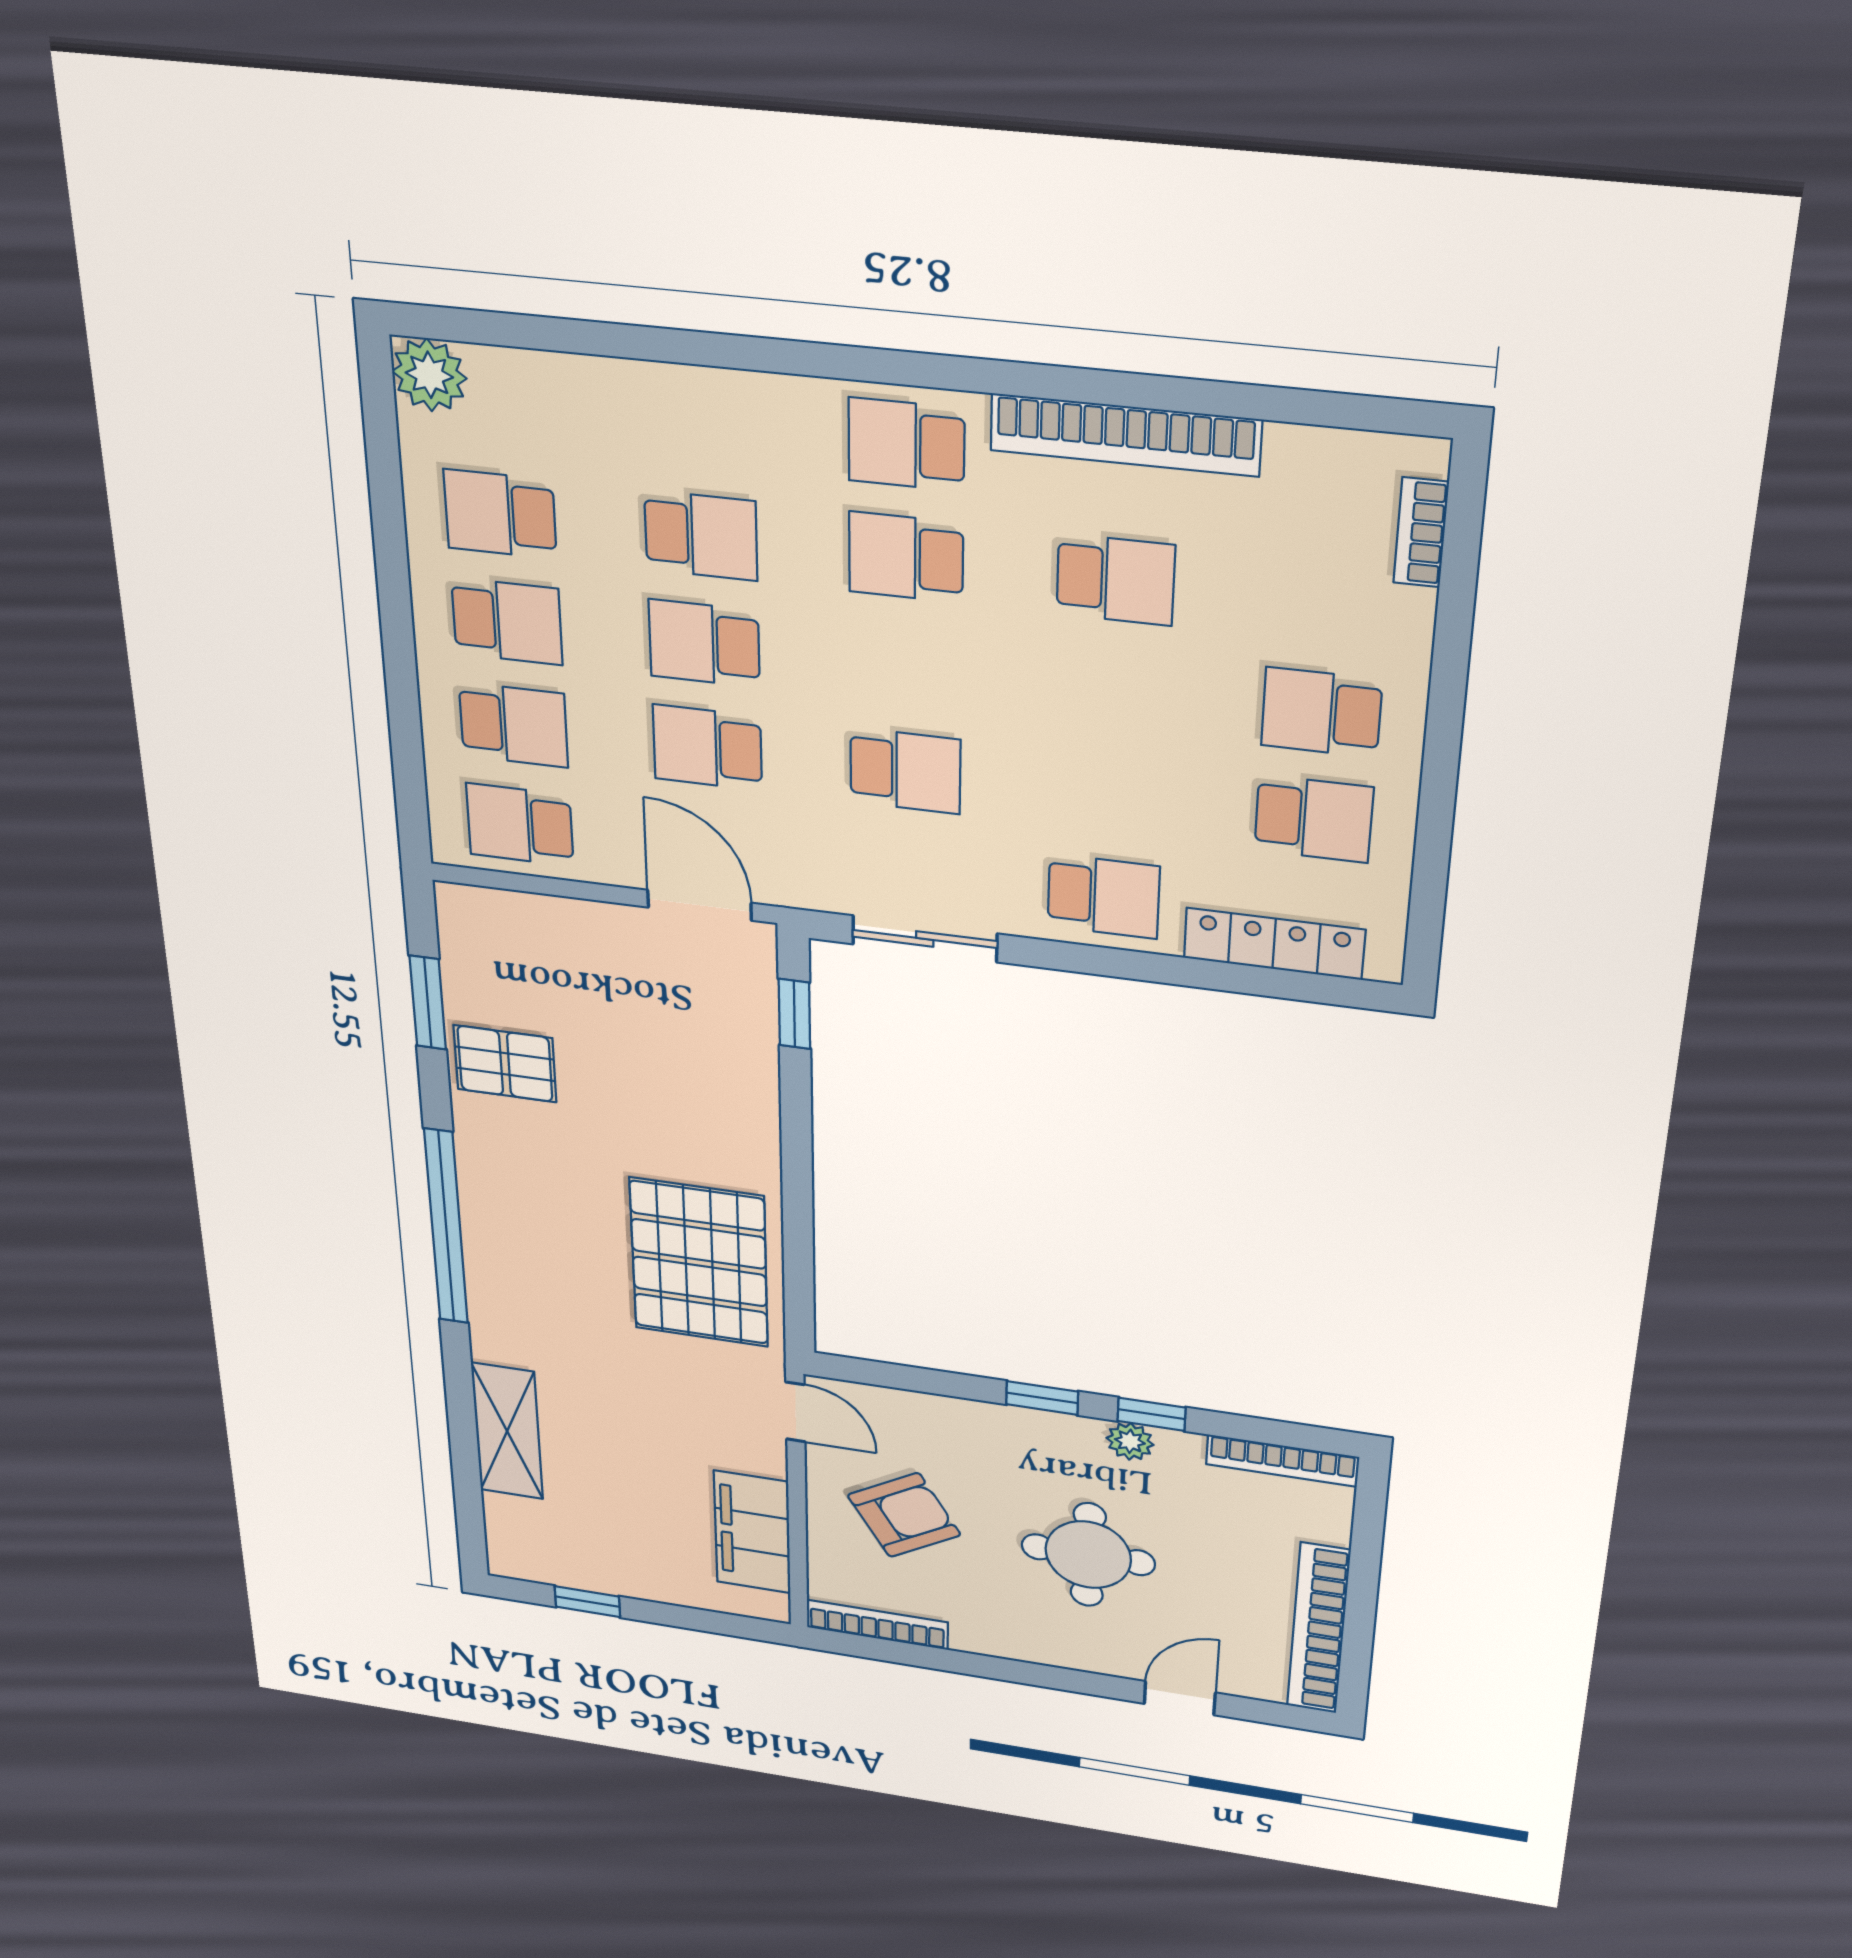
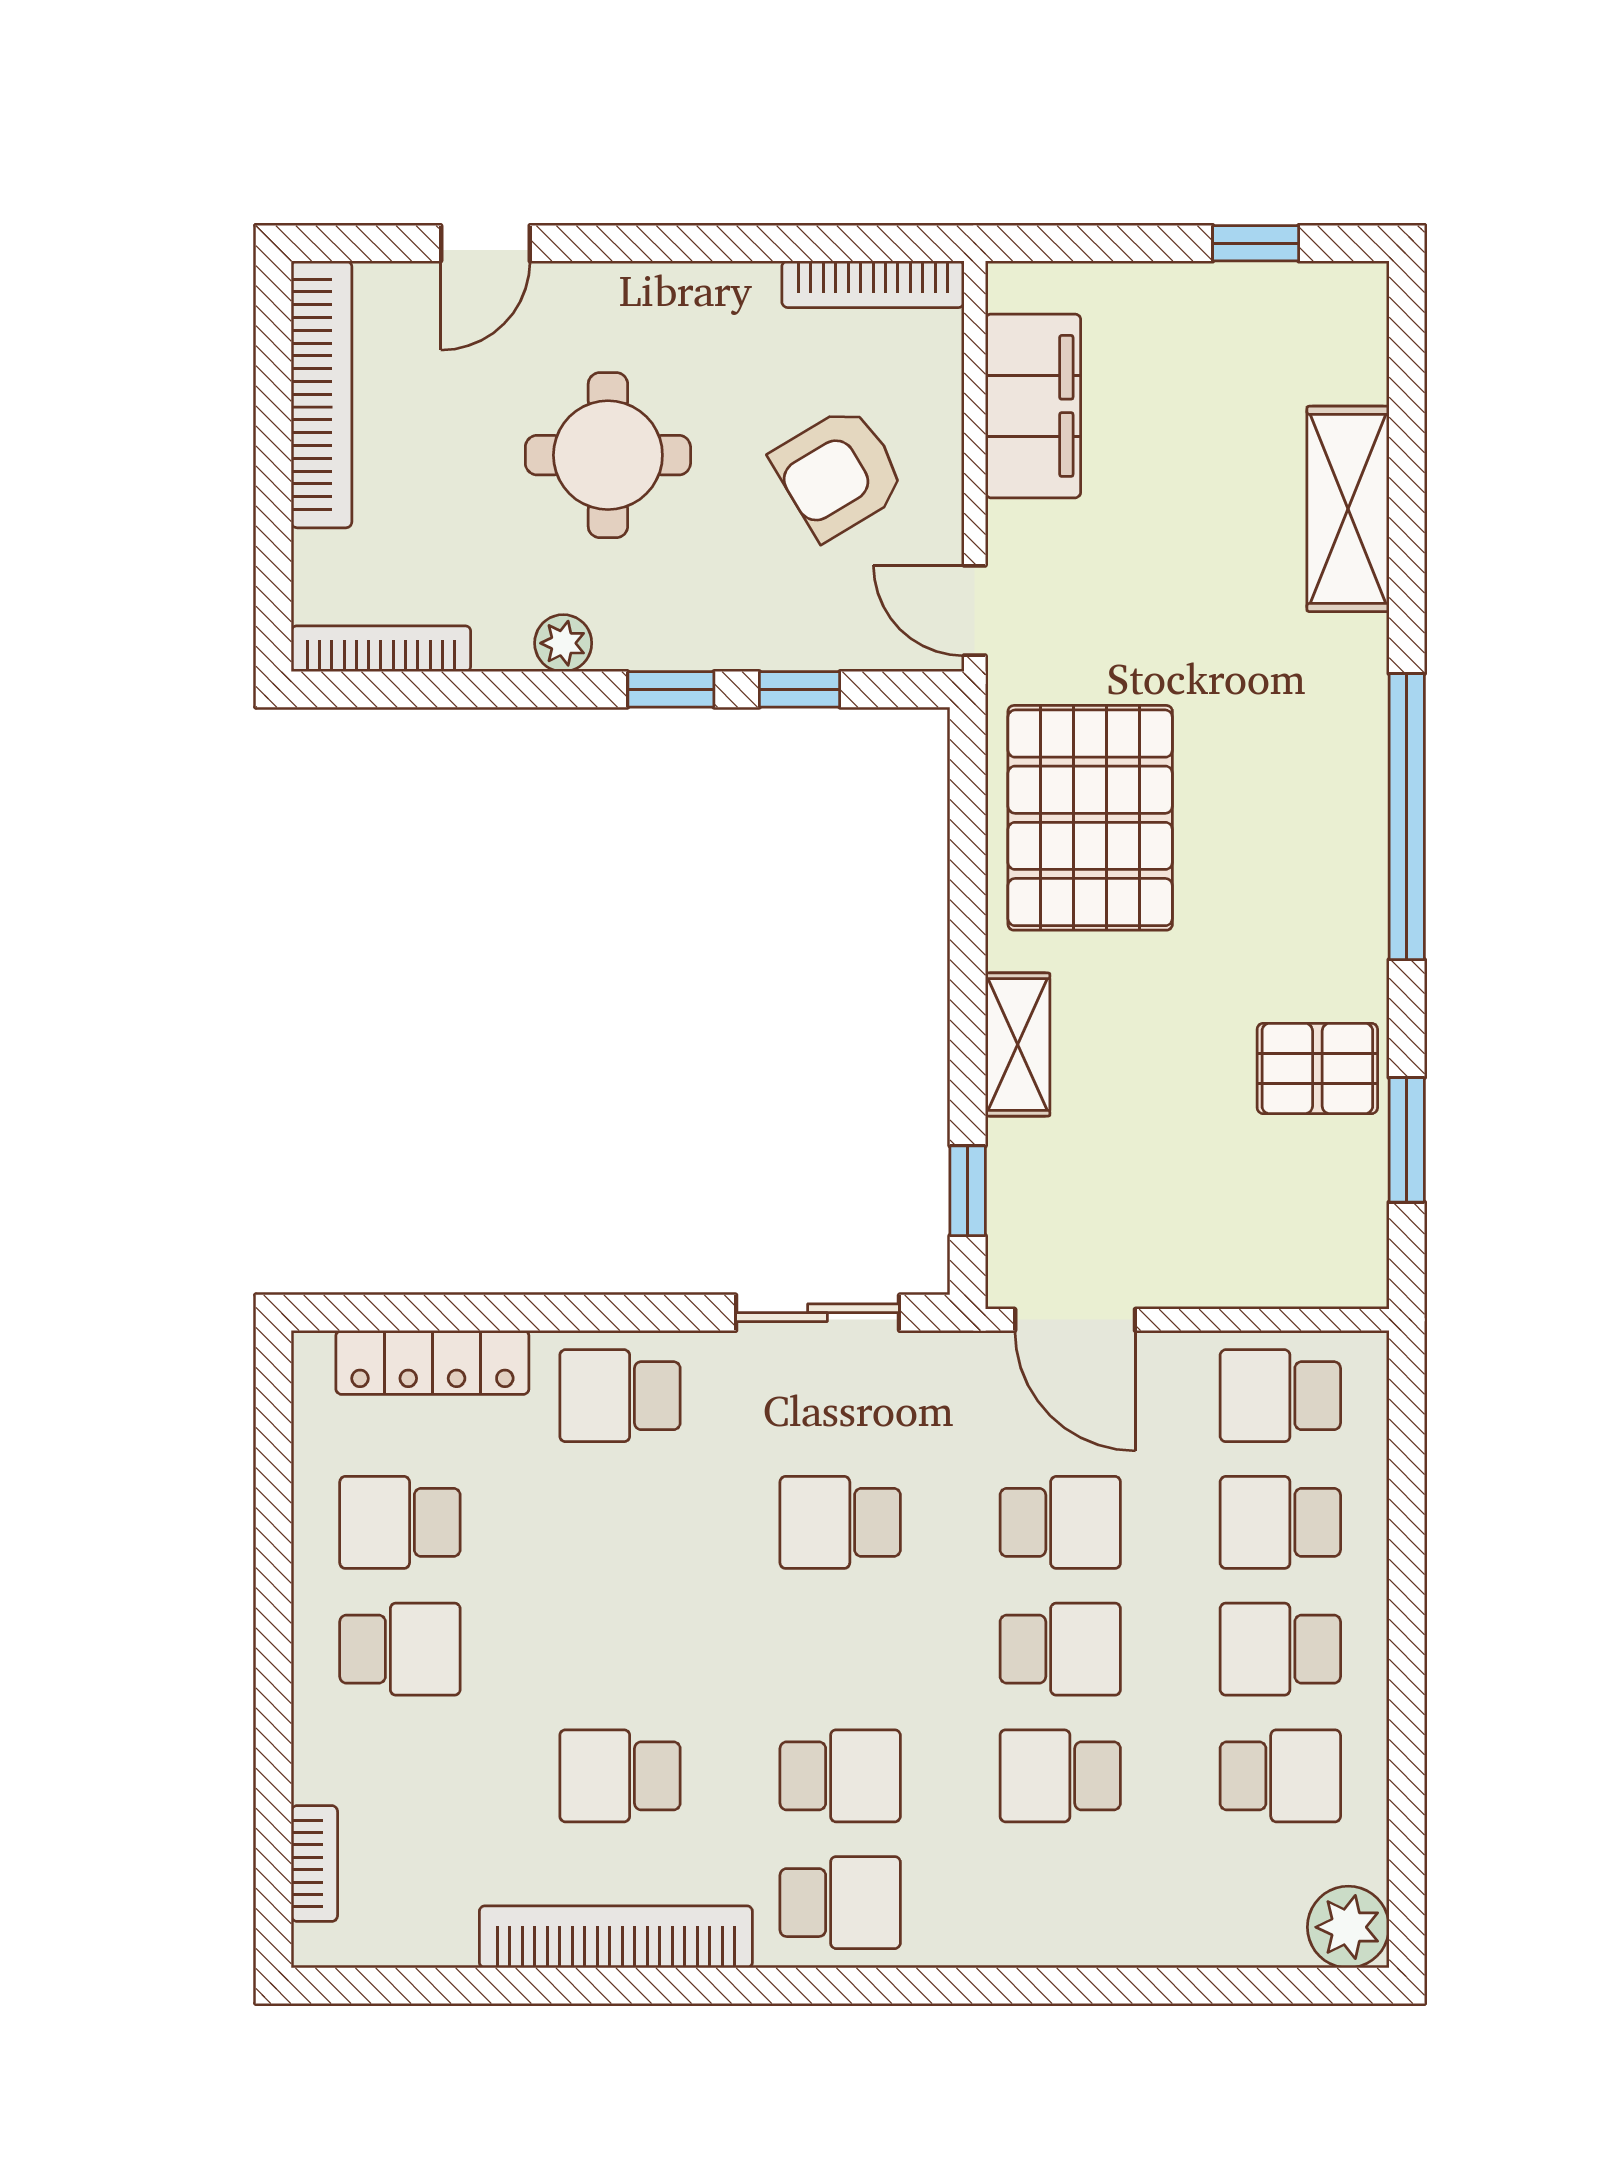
school desk: (520, 825) -> (1280, 1396), turned 180
shelving: (754, 1114) -> (1018, 1045), added
window: (1151, 1414) -> (800, 689), moved

